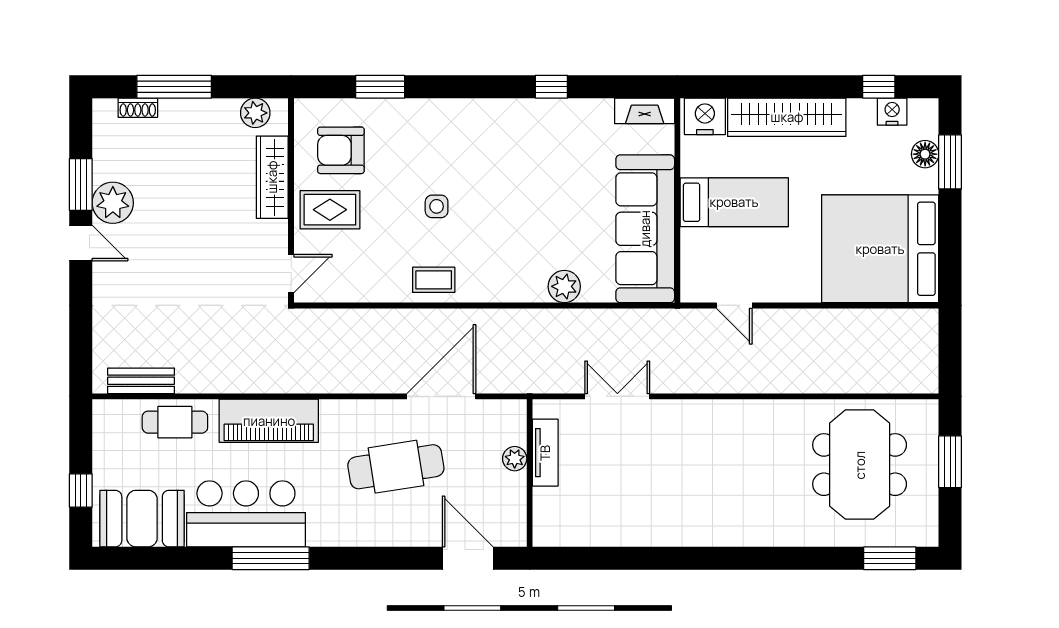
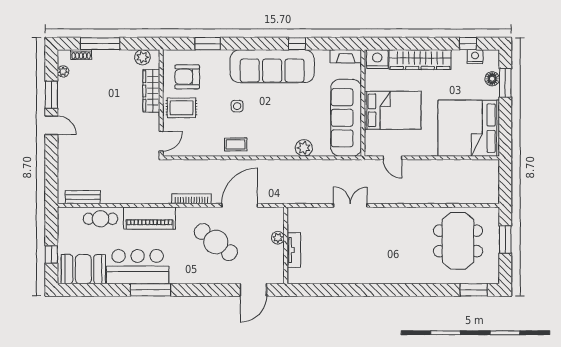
sofa: (504, 130) -> (272, 66), added
bed: (734, 202) -> (393, 110), width x1.50
plant: (113, 203) -> (63, 71), moved, width x0.53, depth x0.53
bookcase: (349, 384) -> (191, 199), added
double door: (617, 396) -> (350, 205), moved
tv unit: (545, 453) -> (294, 250), moved
cafe table: (396, 467) -> (216, 242), turned 47
door: (468, 558) -> (253, 290), swing flipped

